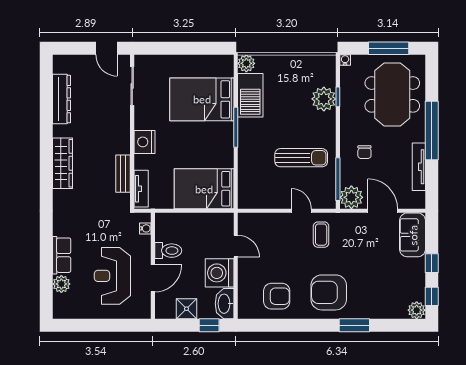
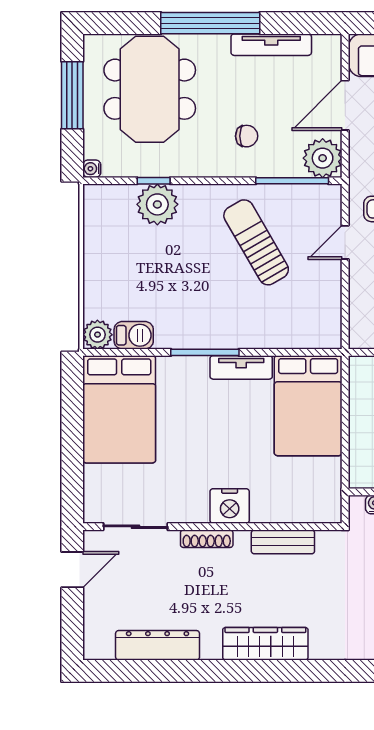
meeting table: (392, 94) -> (150, 89), turned 90
barbecue: (250, 95) -> (134, 335), width x0.53, depth x0.65
bed: (202, 99) -> (119, 409), moved
shoe rack: (125, 128) -> (207, 539), added
sun lounger: (301, 158) -> (256, 242), turned -30
tv unit: (141, 189) -> (241, 367), moved, turned 180

